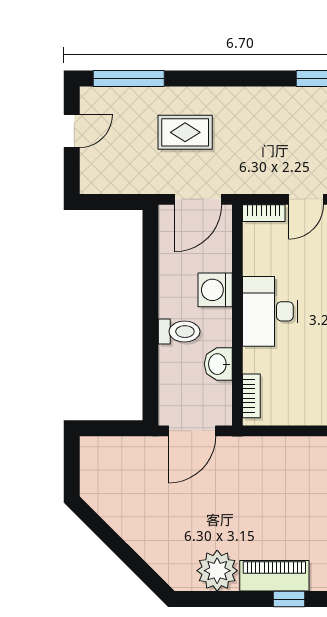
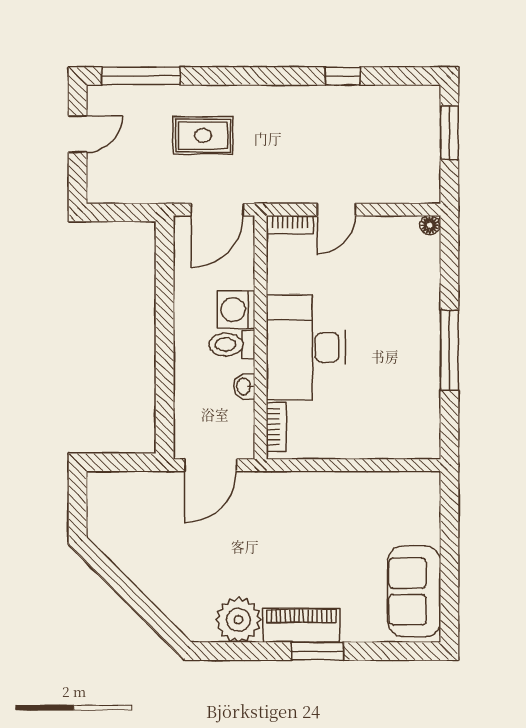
desk: (270, 311) -> (306, 347), width x1.36, depth x1.30
toilet: (179, 332) -> (232, 344), moved, turned 180
washbasin: (218, 364) -> (244, 386), width x0.72, depth x0.69
window: (289, 599) -> (318, 651), width x1.50

